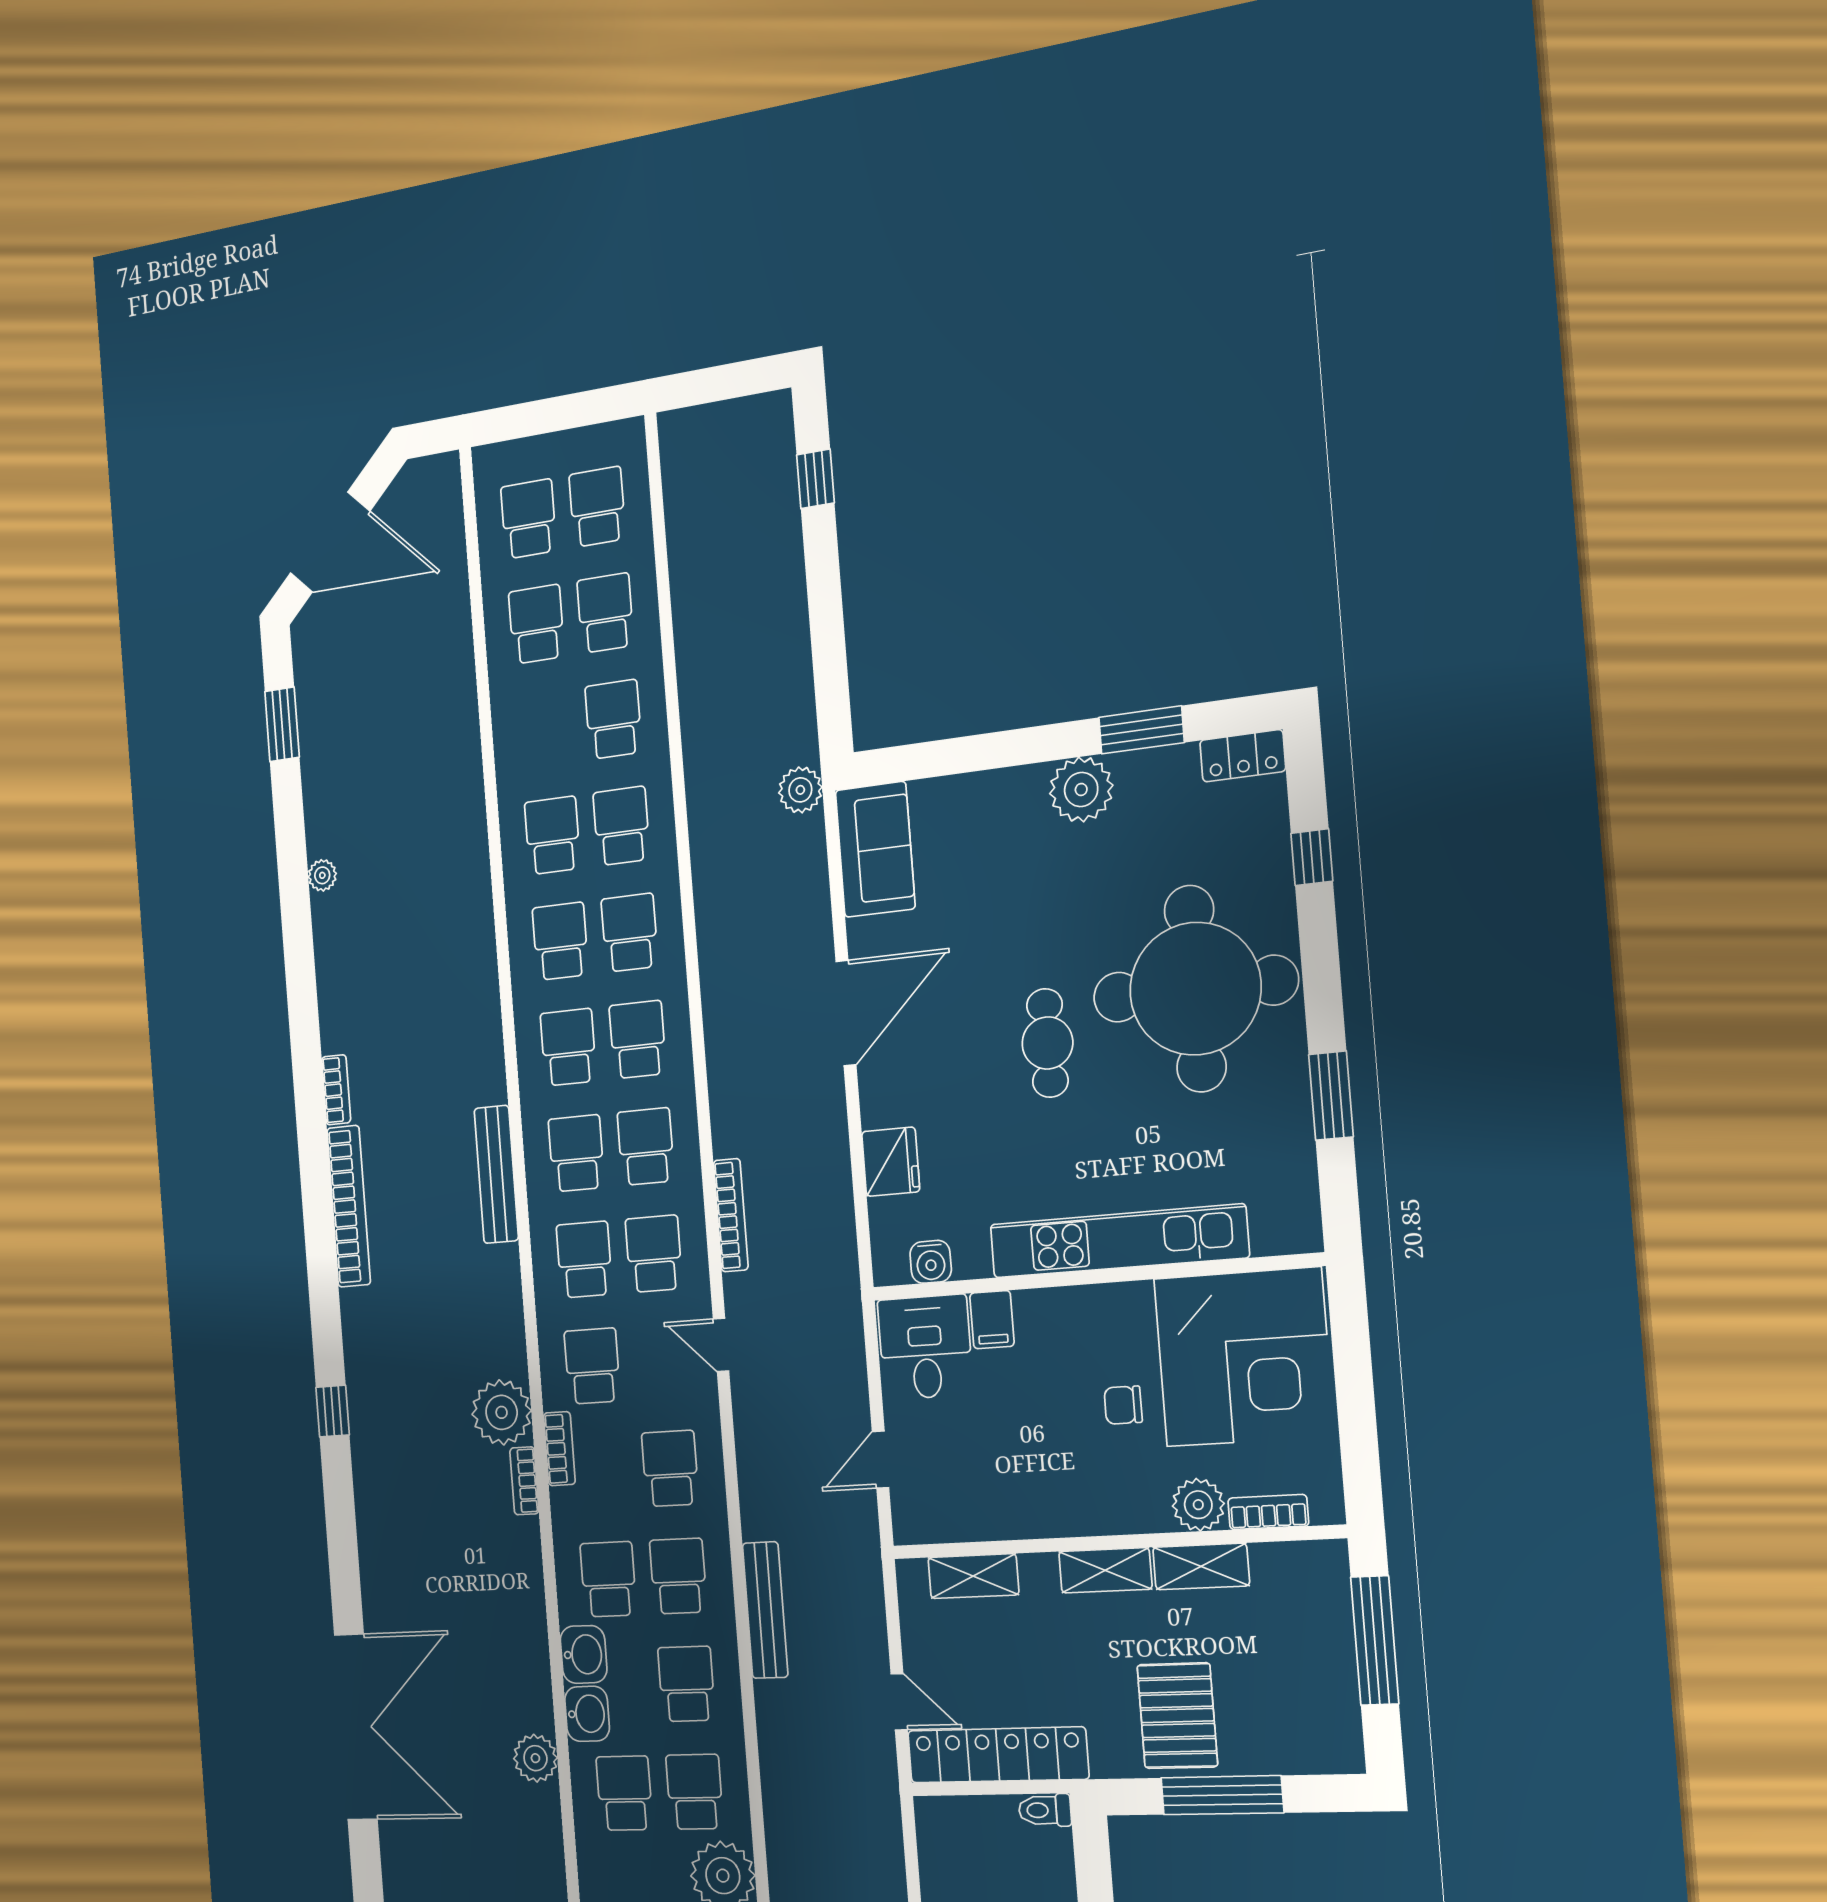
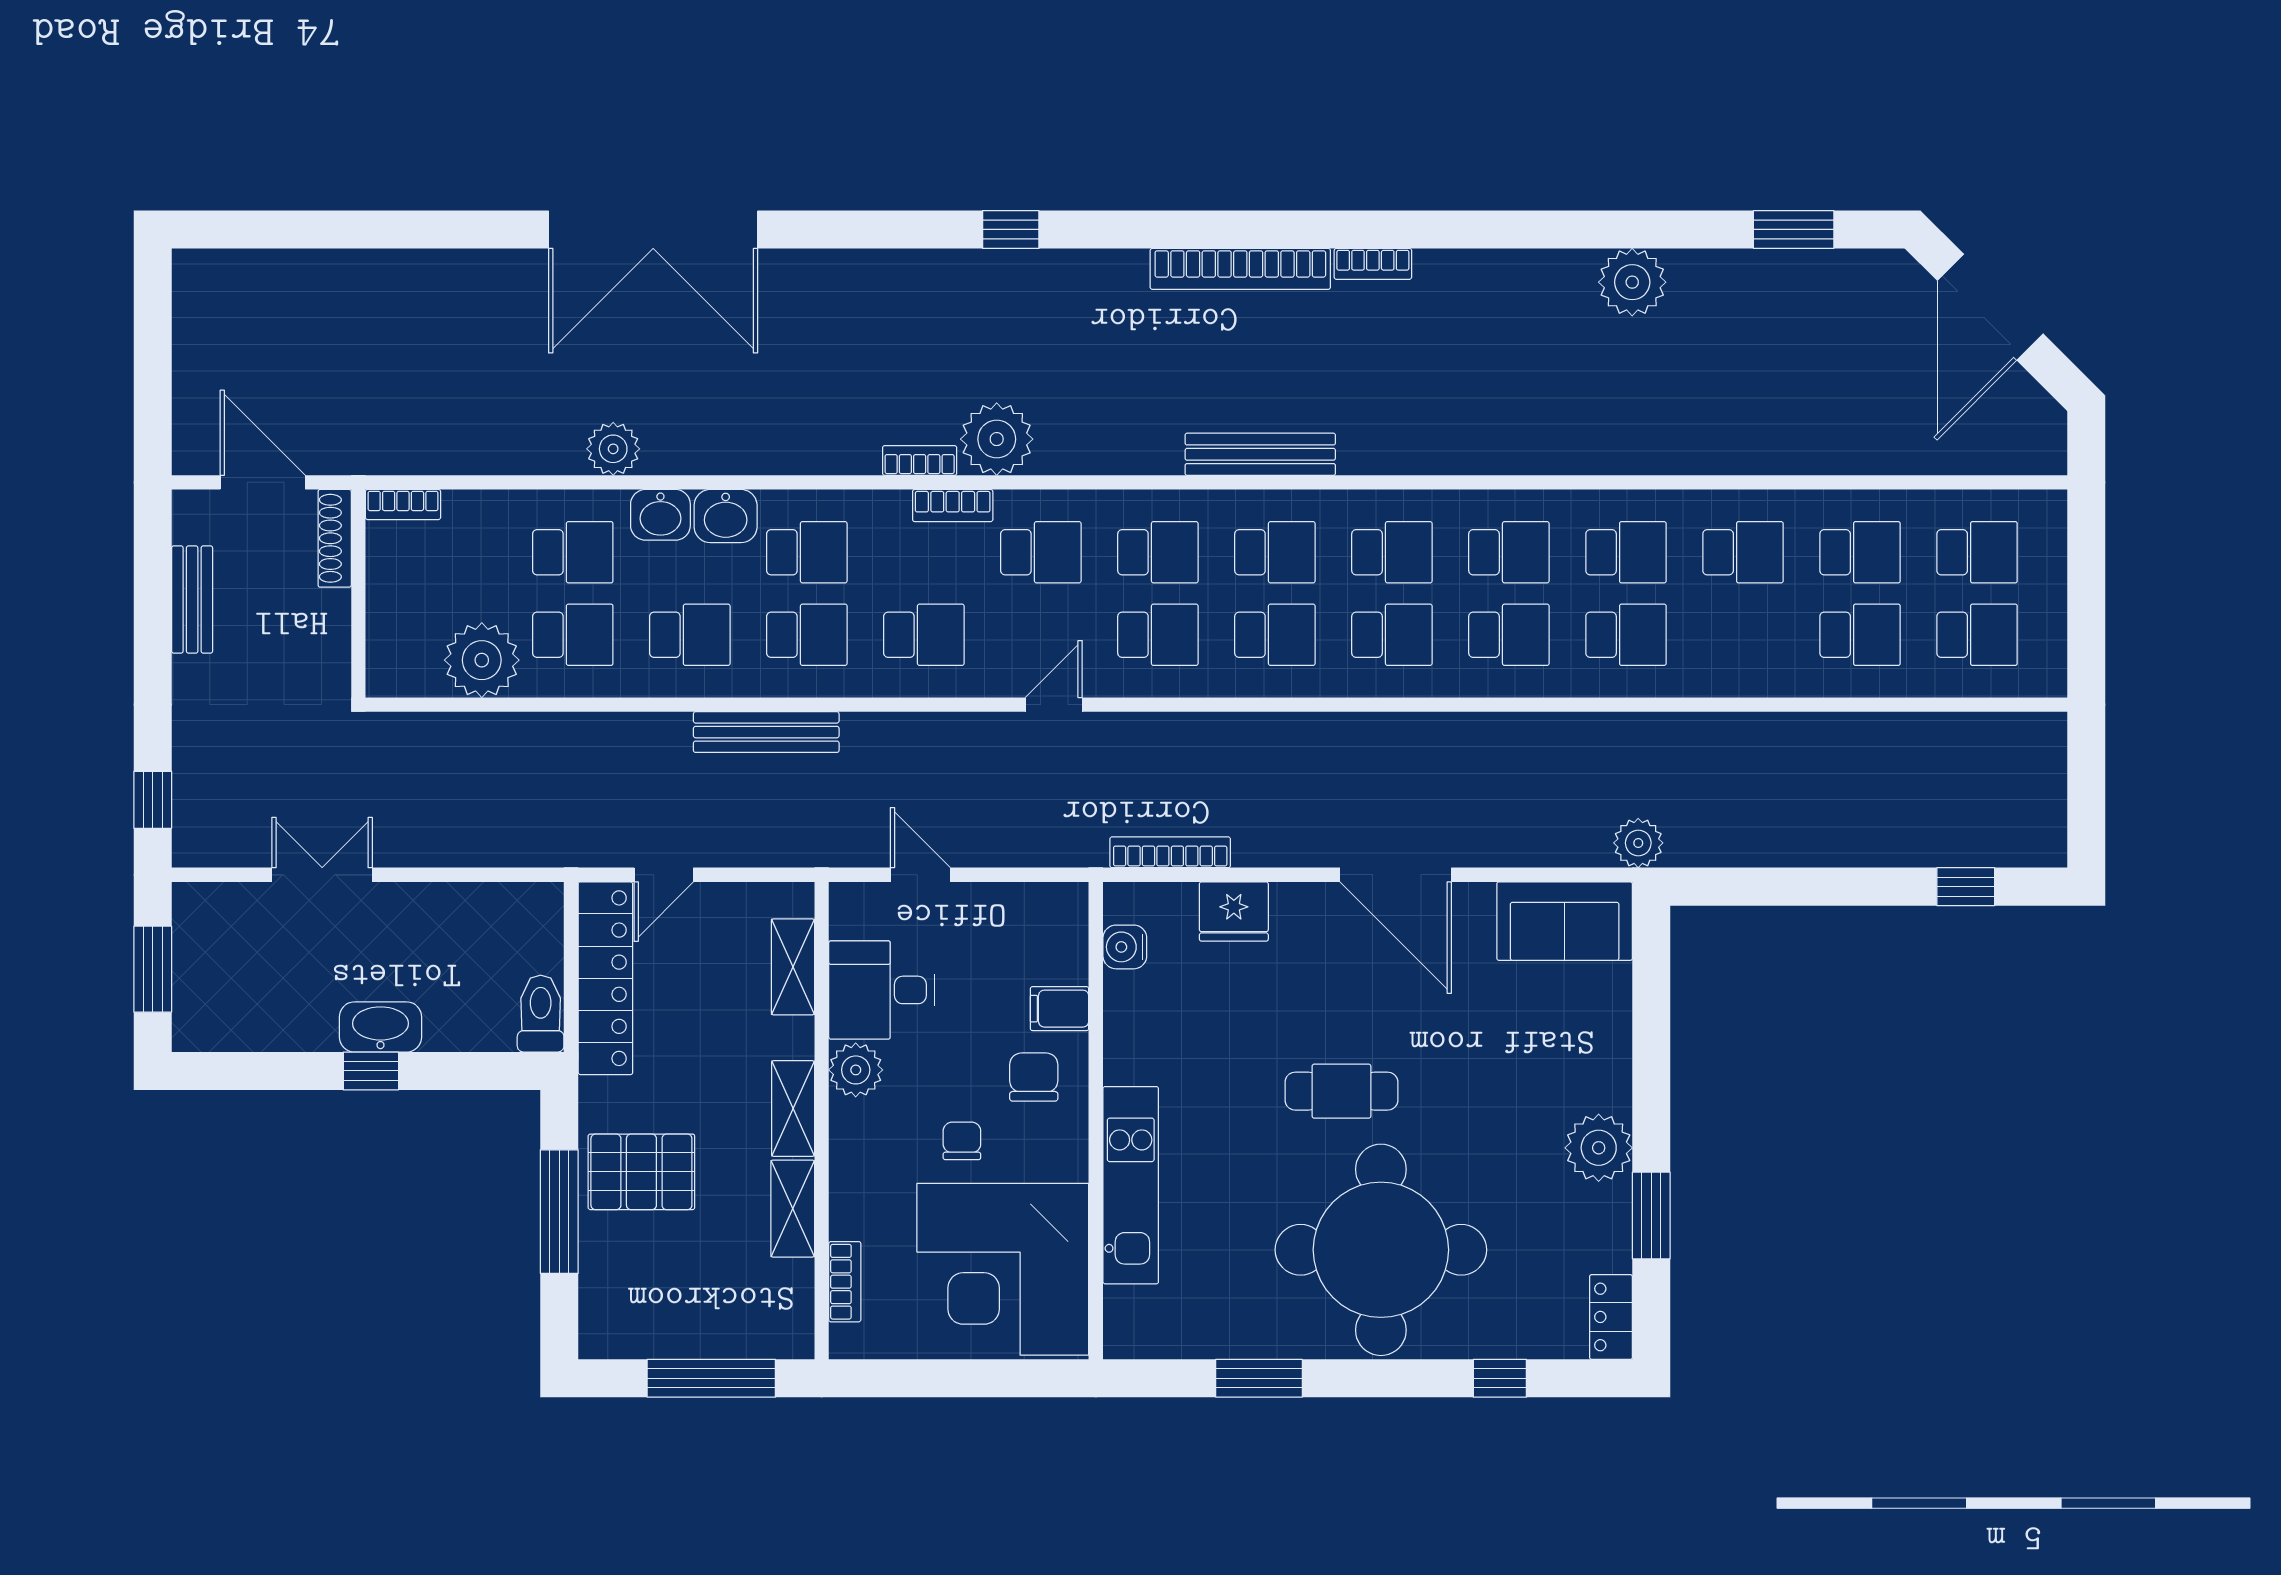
school desk: (613, 719) -> (1743, 552), moved
plant: (322, 875) -> (1632, 282), width x1.88, depth x1.88
bookcase: (731, 1215) -> (1170, 852), moved, turned 180
kitchen unit: (1118, 1241) -> (1131, 1185), width x0.73
chair: (1057, 1340) -> (1034, 1077), added
desk: (925, 1347) -> (882, 990), moved, turned 180
plant: (1198, 1505) -> (856, 1070), moved
toilet: (1045, 1810) -> (541, 1014), width x1.37, depth x1.39

